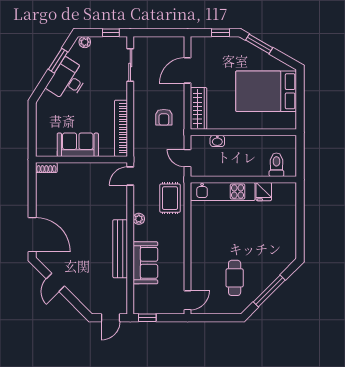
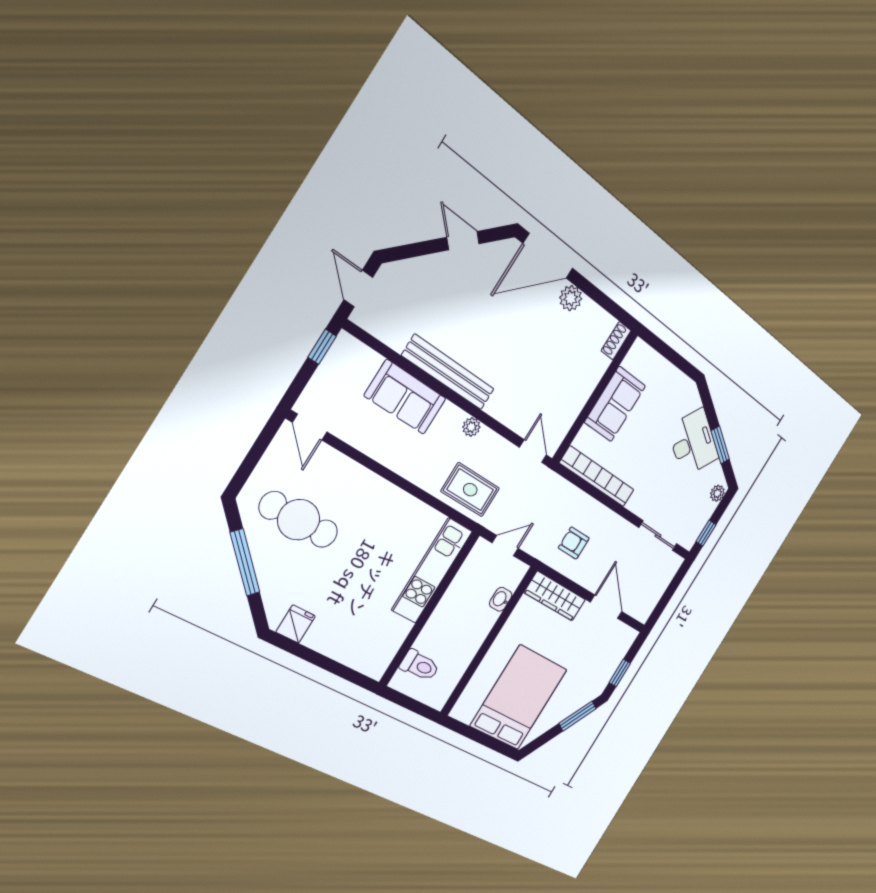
fridge: (264, 192) -> (296, 624), moved, turned 90
plant: (43, 208) -> (571, 298), added
cafe table: (235, 278) -> (299, 520), width x1.37, depth x1.35

